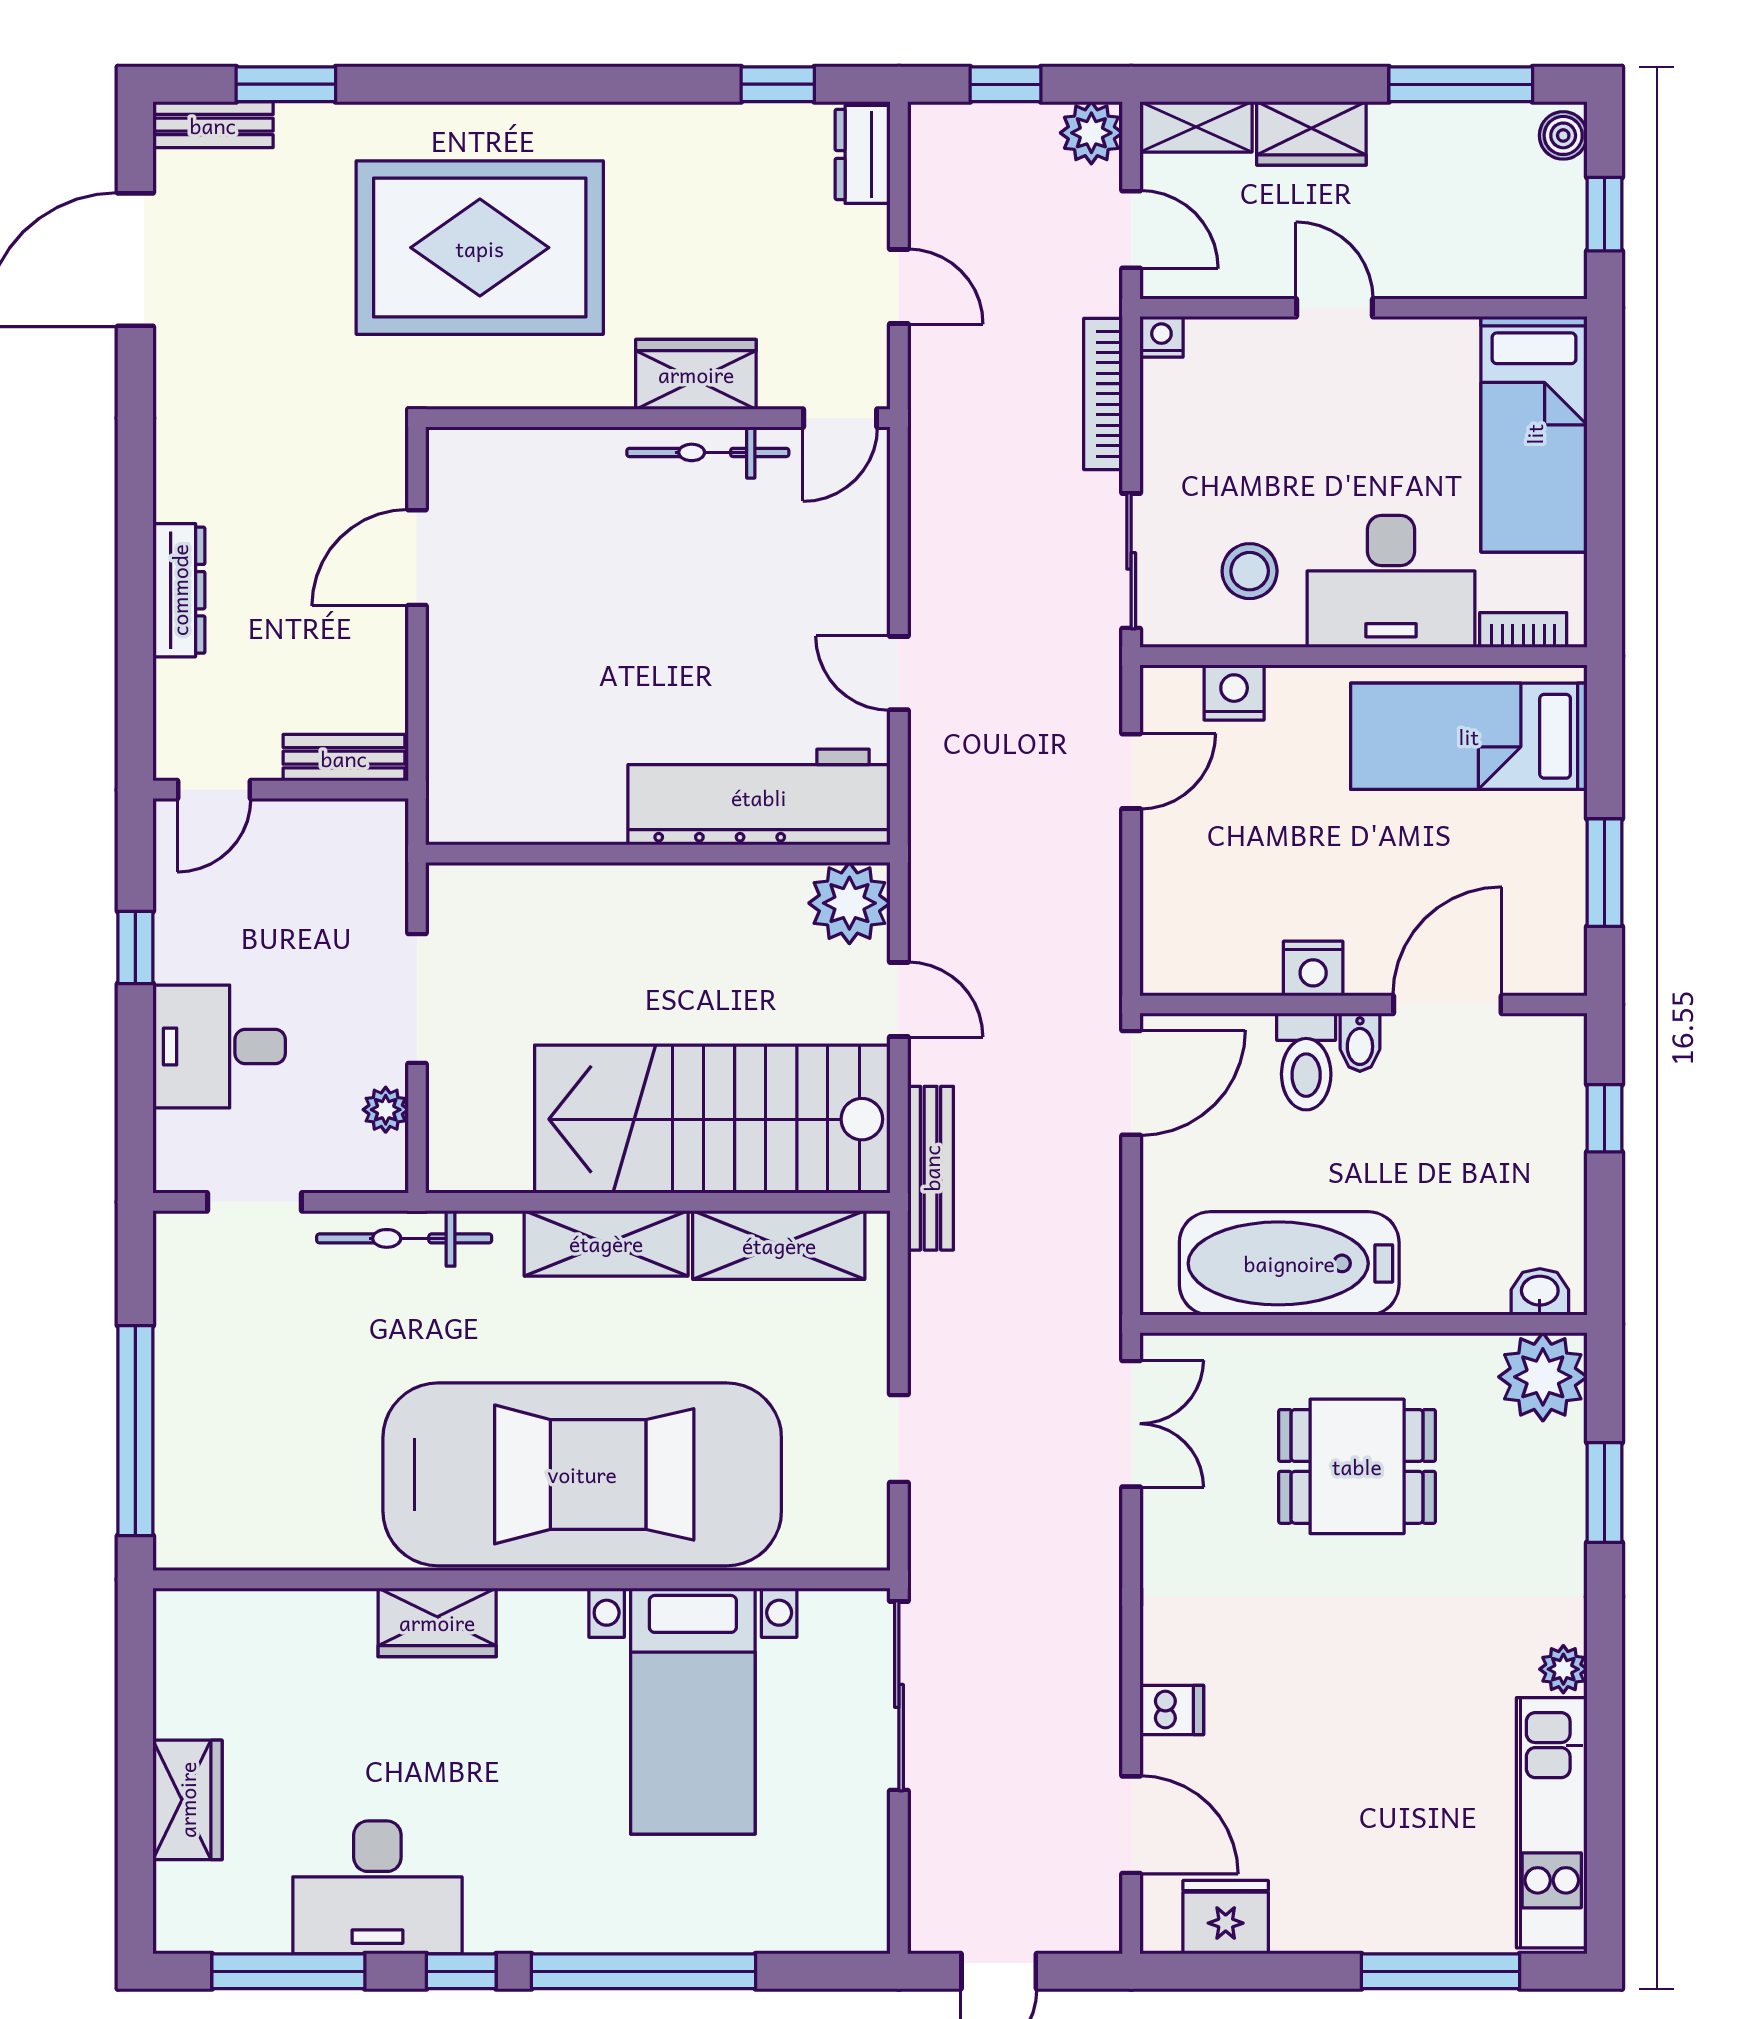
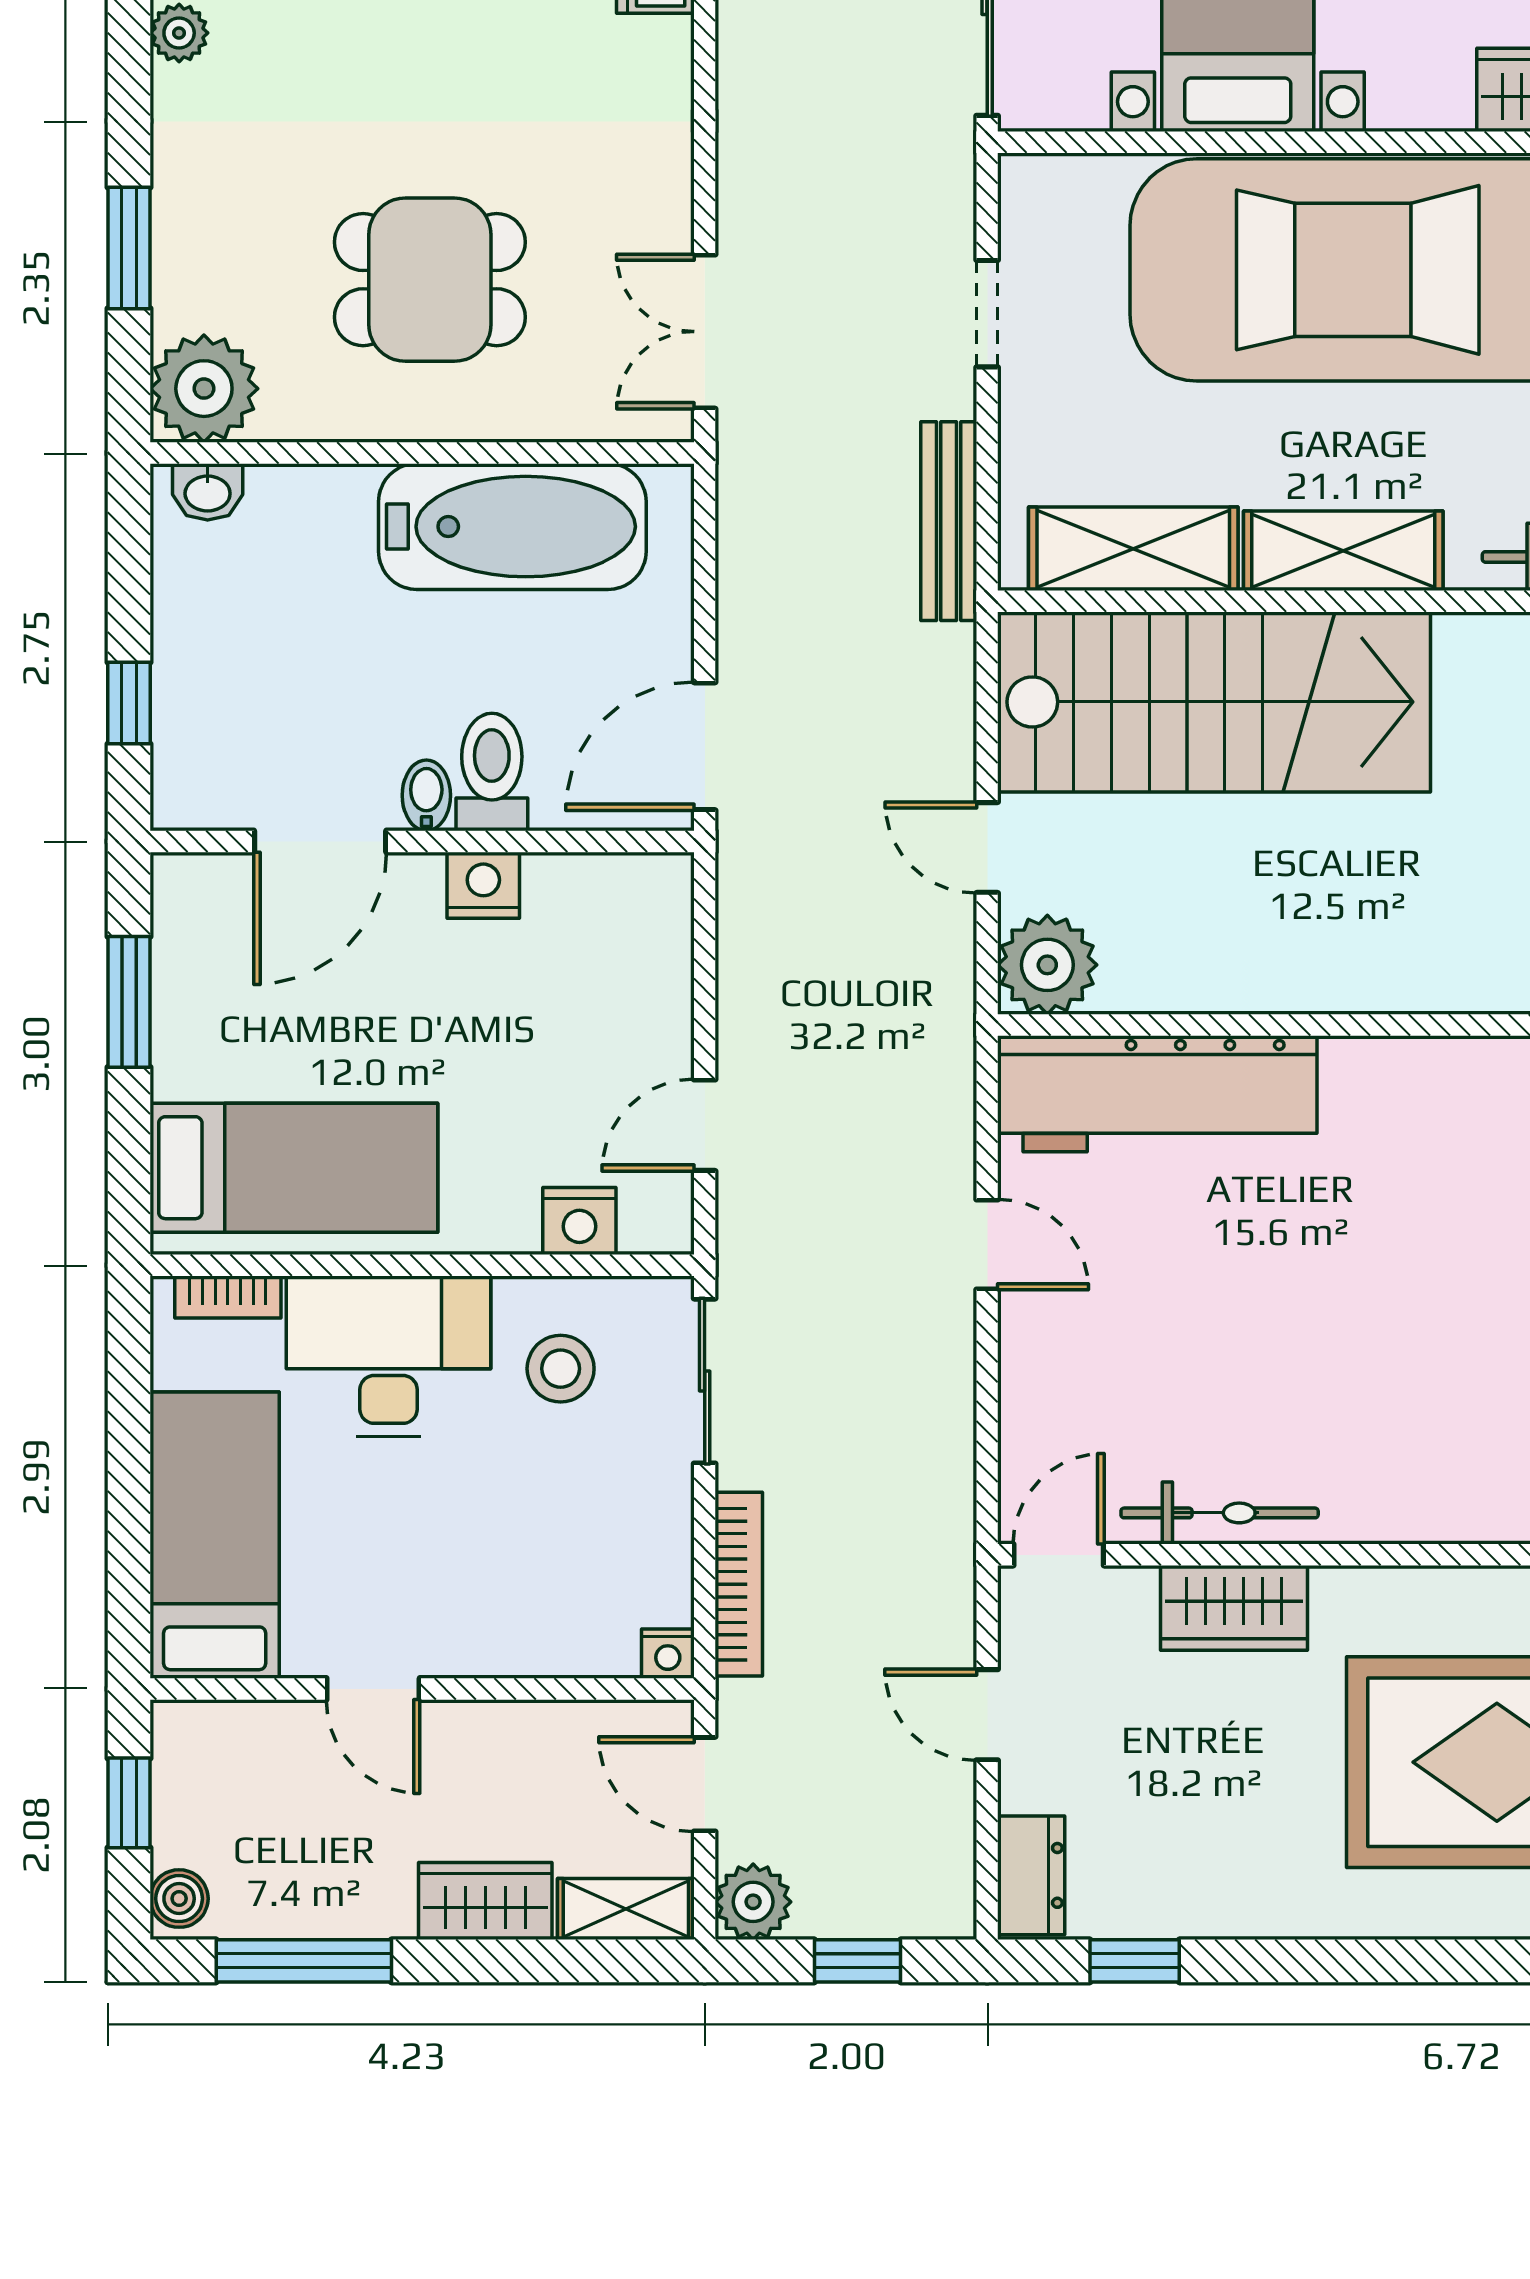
door: (1334, 308) -> (373, 1689), moved
bench: (931, 1168) -> (949, 521), moved

